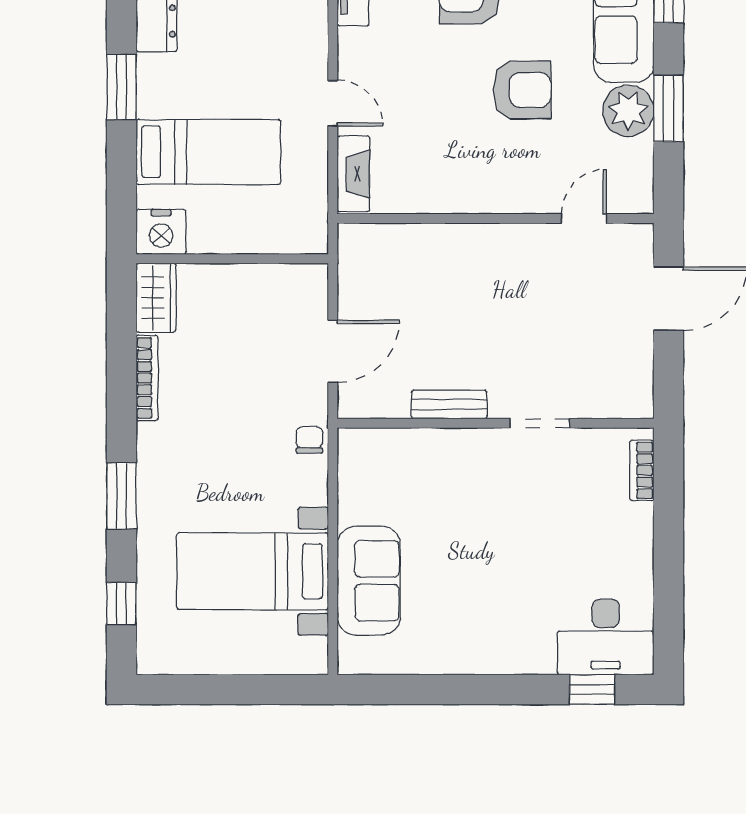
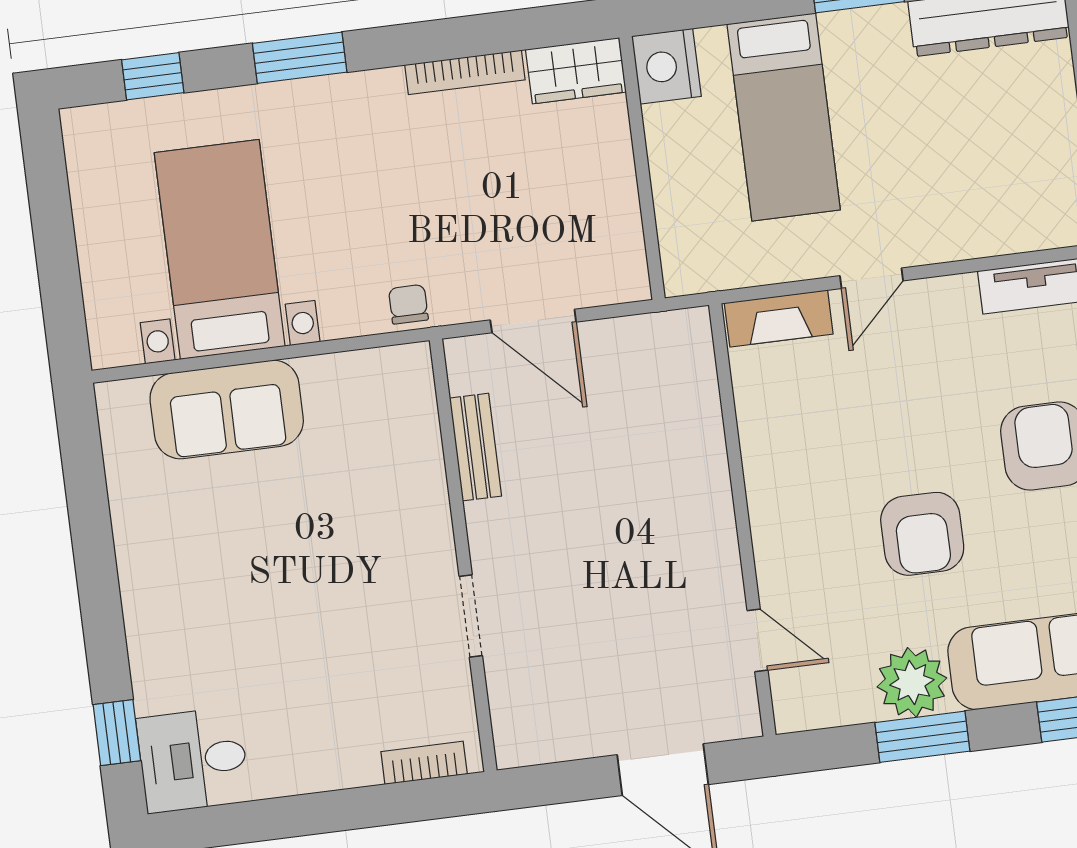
bench: (449, 405) -> (476, 447), moved
chair: (309, 440) -> (408, 304), turned -90
desk: (606, 637) -> (193, 760), width x0.73

